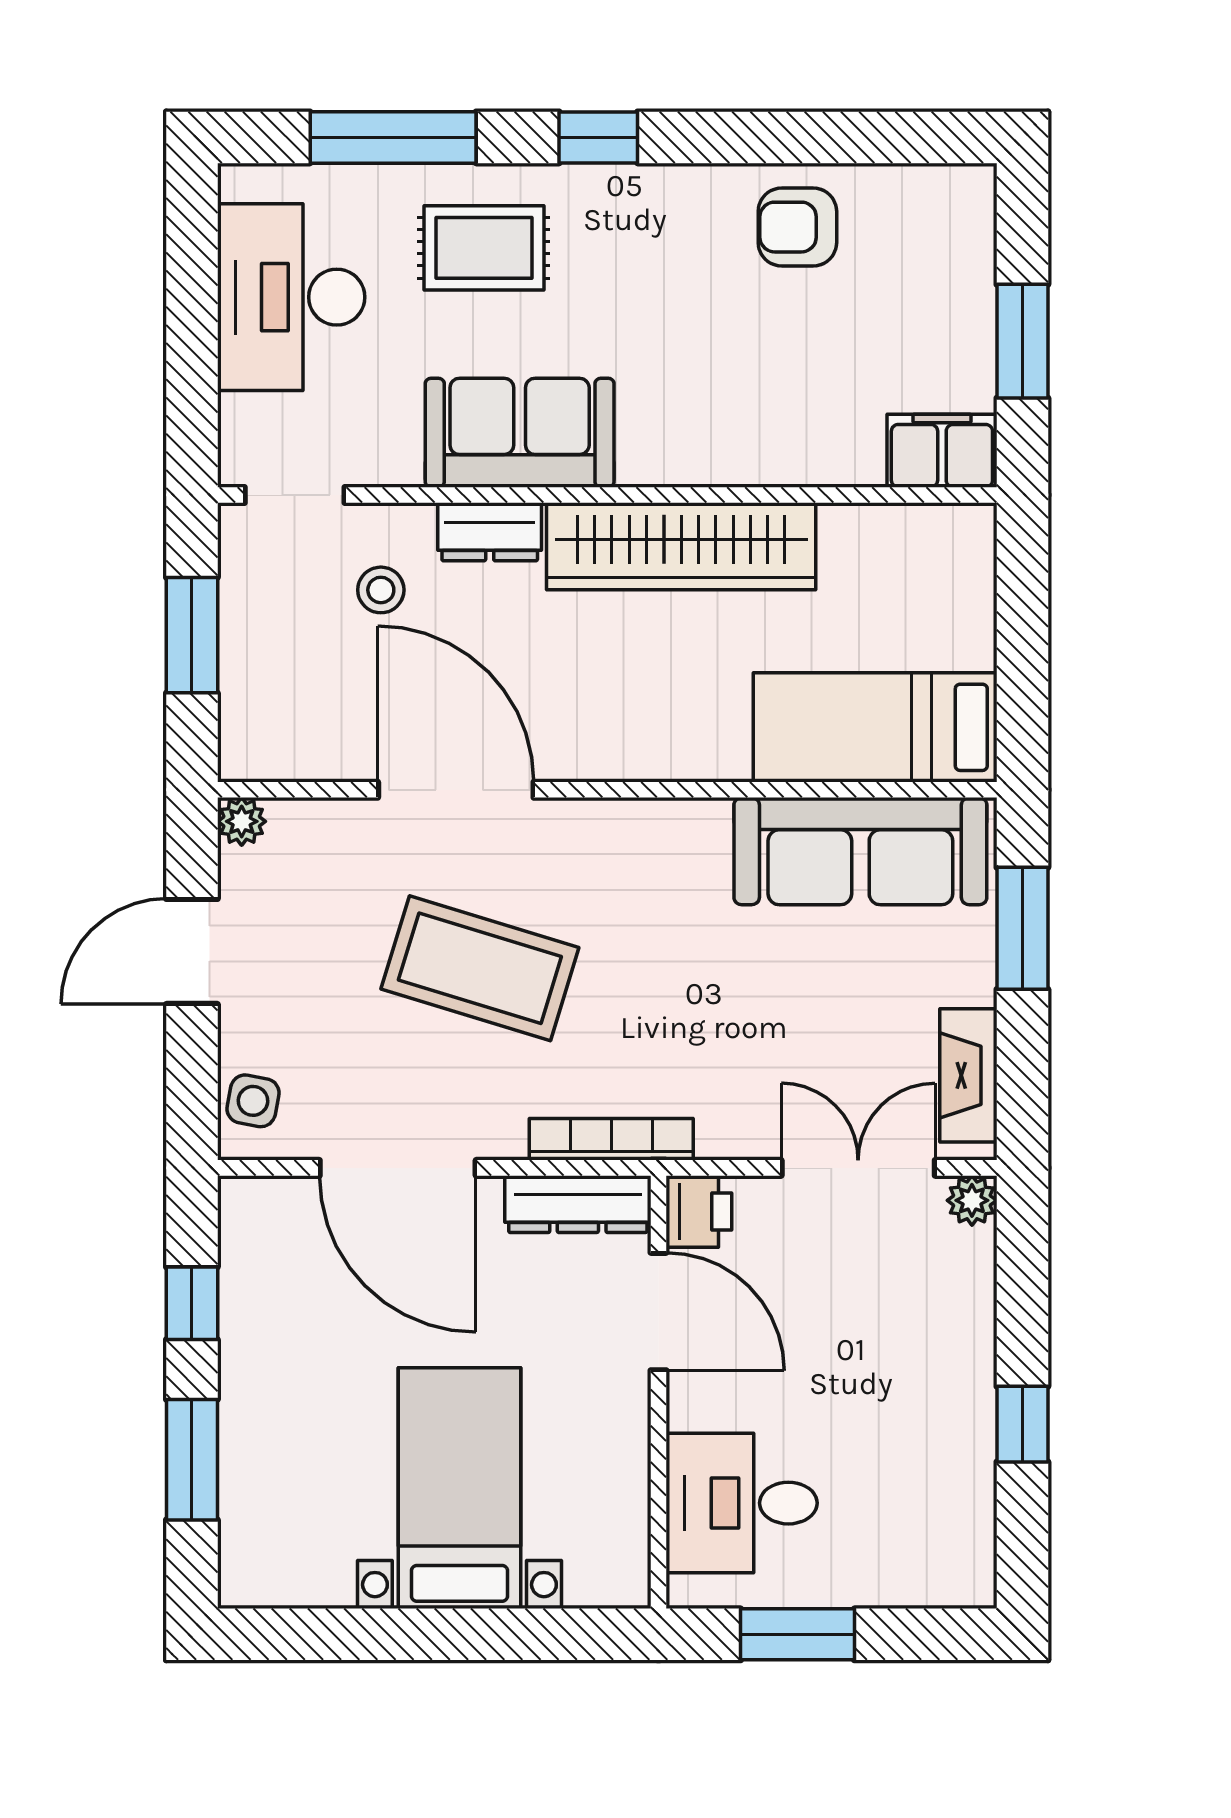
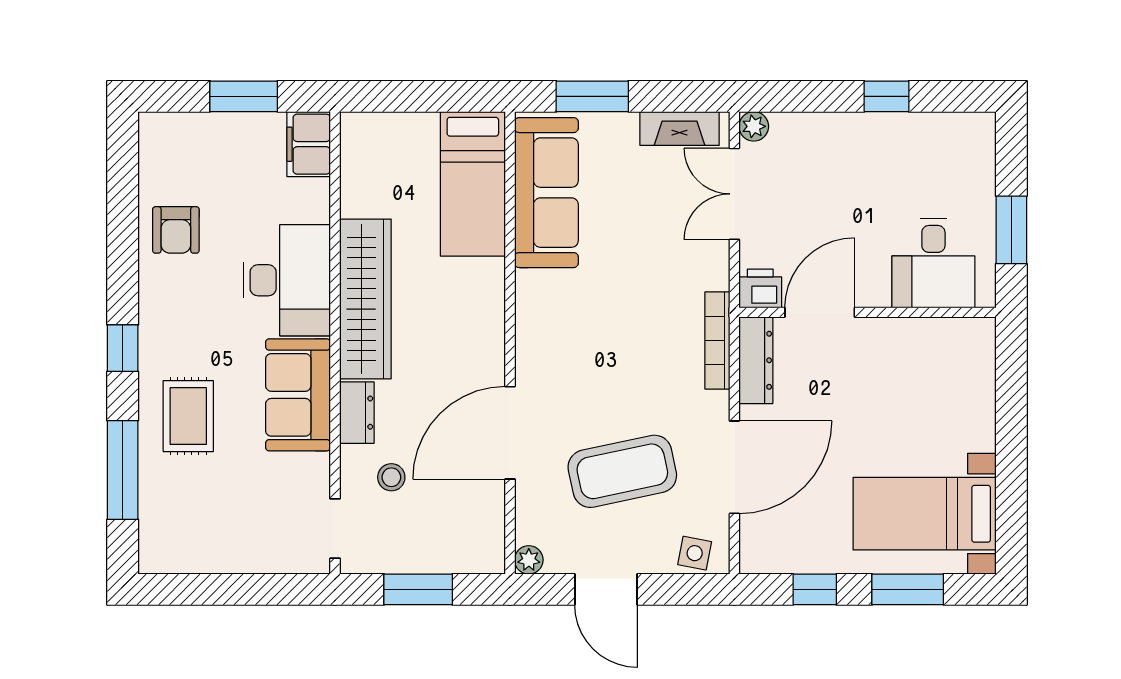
desk: (291, 297) -> (287, 280), moved, turned -90
coffee table: (480, 968) -> (622, 471), moved, turned 61
bed with nightstands: (459, 1488) -> (925, 514), moved

